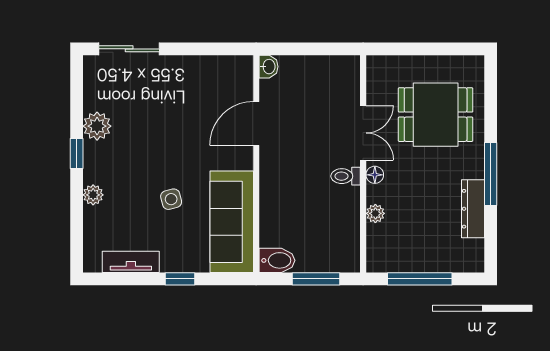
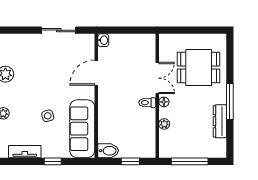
sliding door: (129, 49) -> (59, 30), moved
window: (316, 279) -> (130, 161), width x0.67

